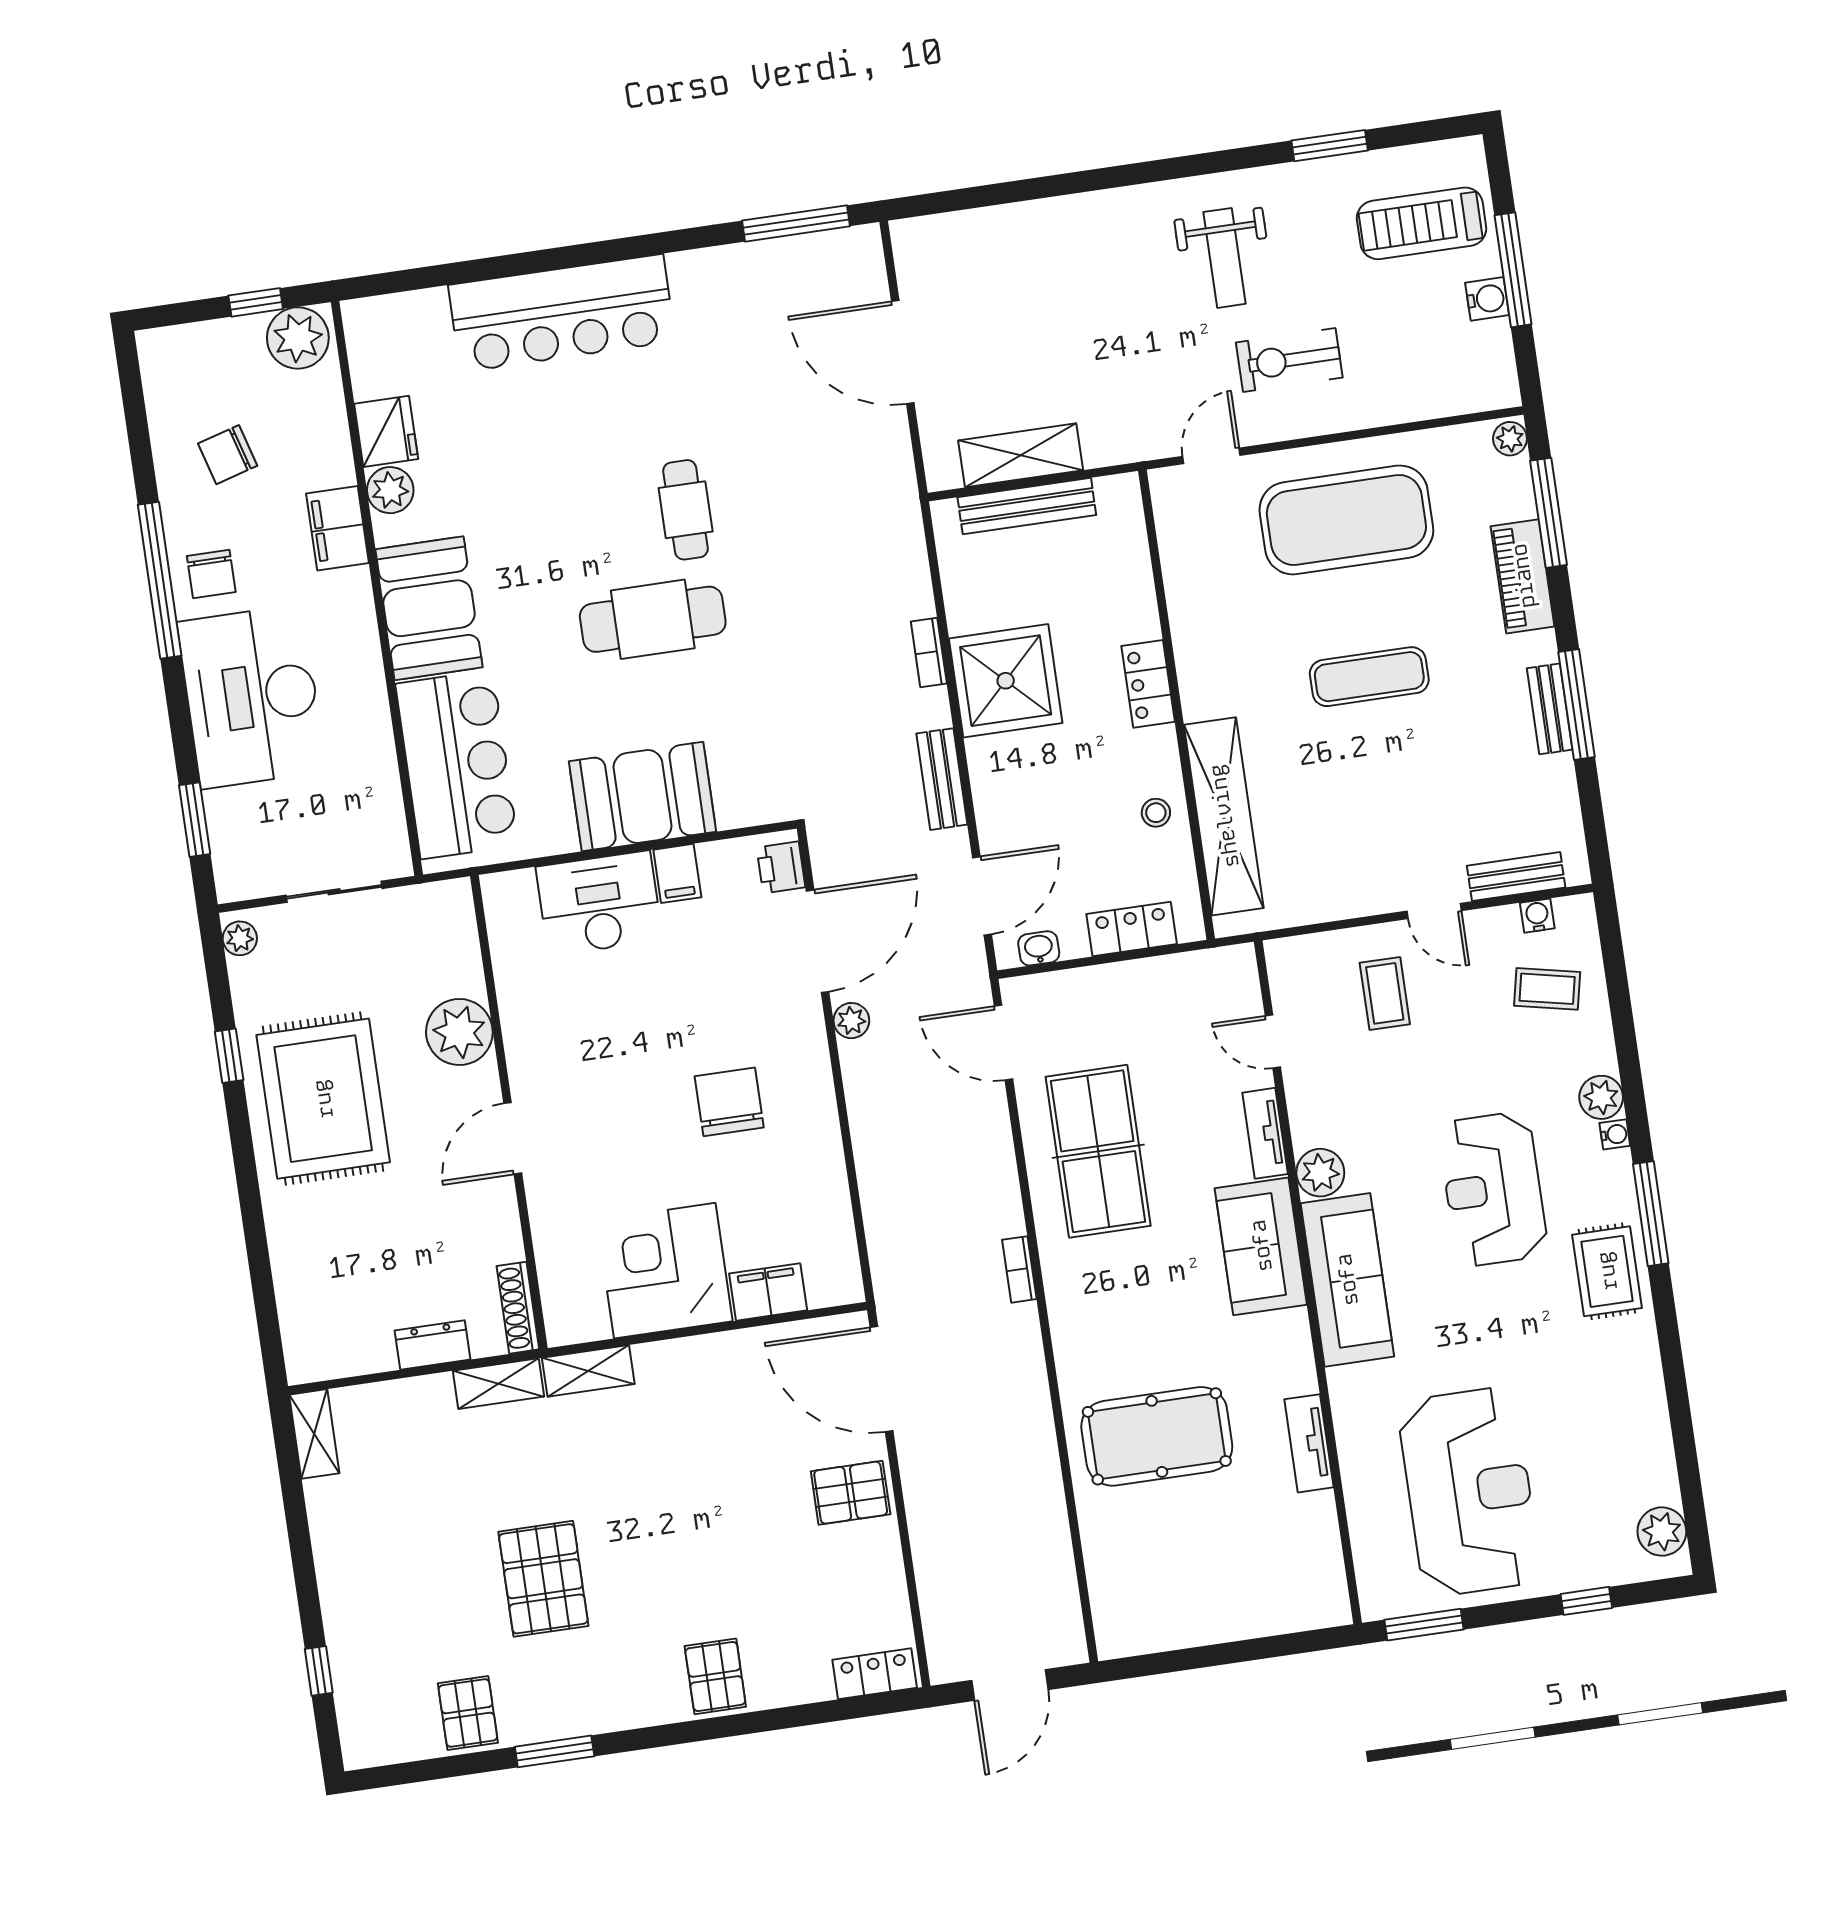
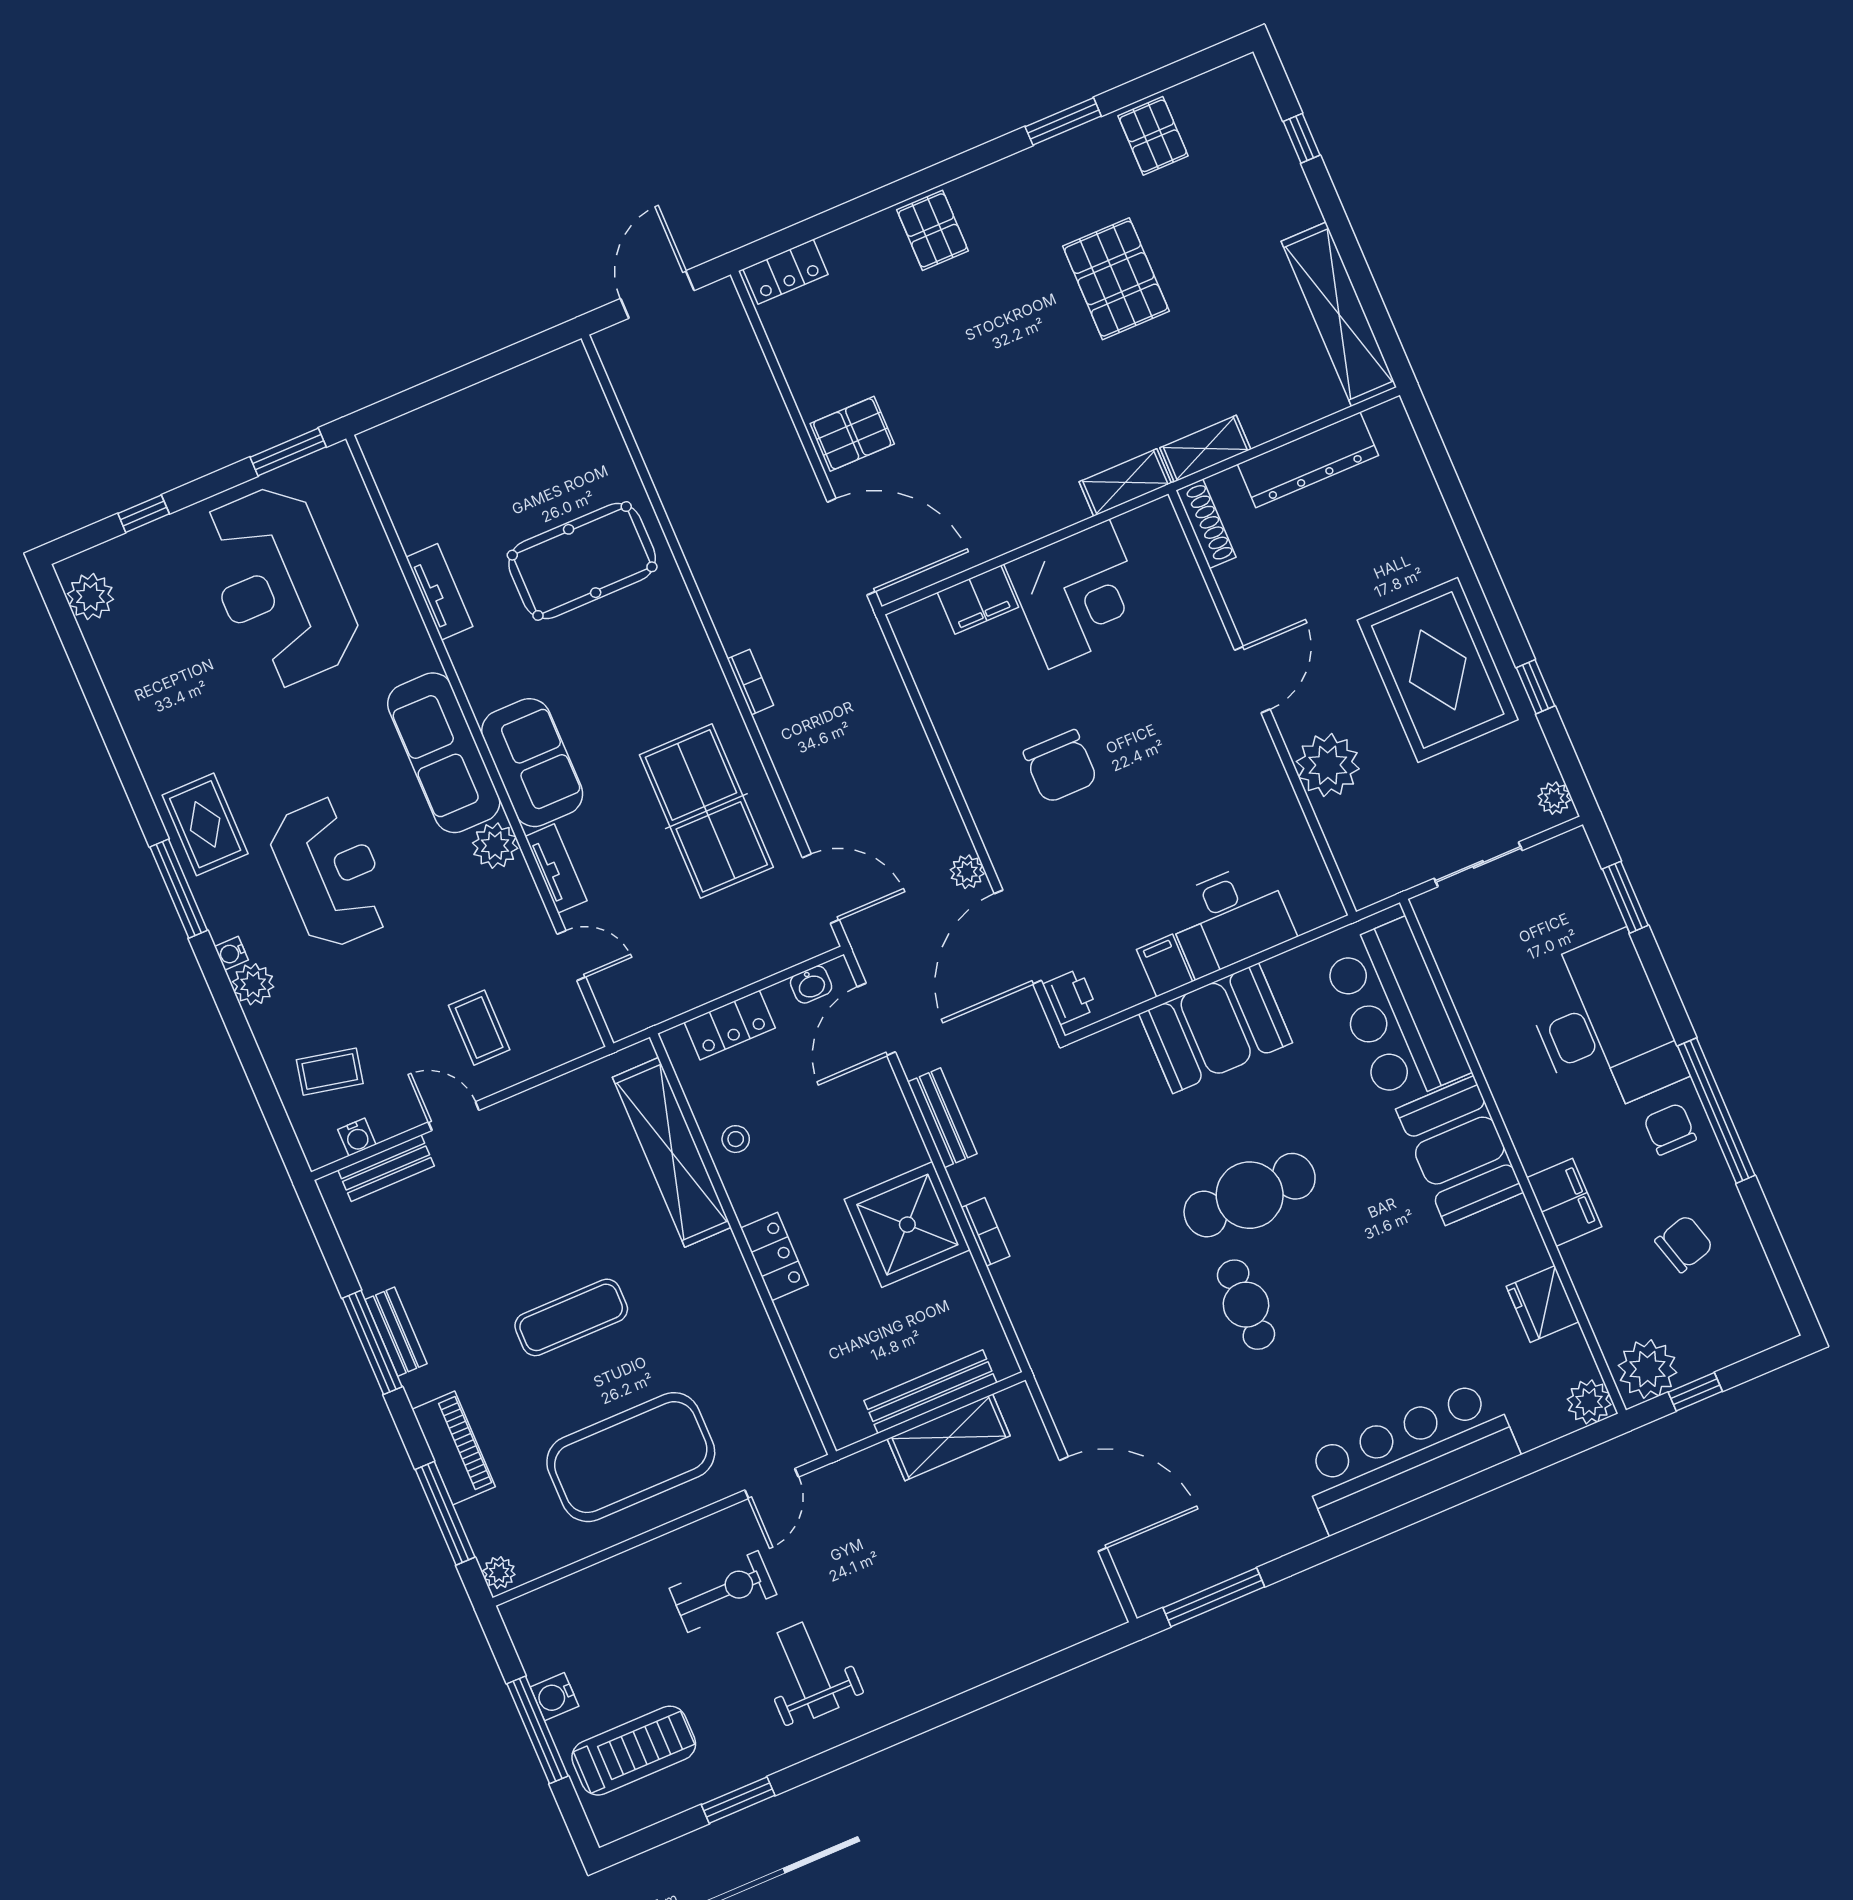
plant: (390, 490) -> (1589, 1402), moved
dresser: (432, 1345) -> (1308, 460), width x1.96, depth x1.24
shelving: (314, 1434) -> (1339, 314), width x2.20, depth x1.33

